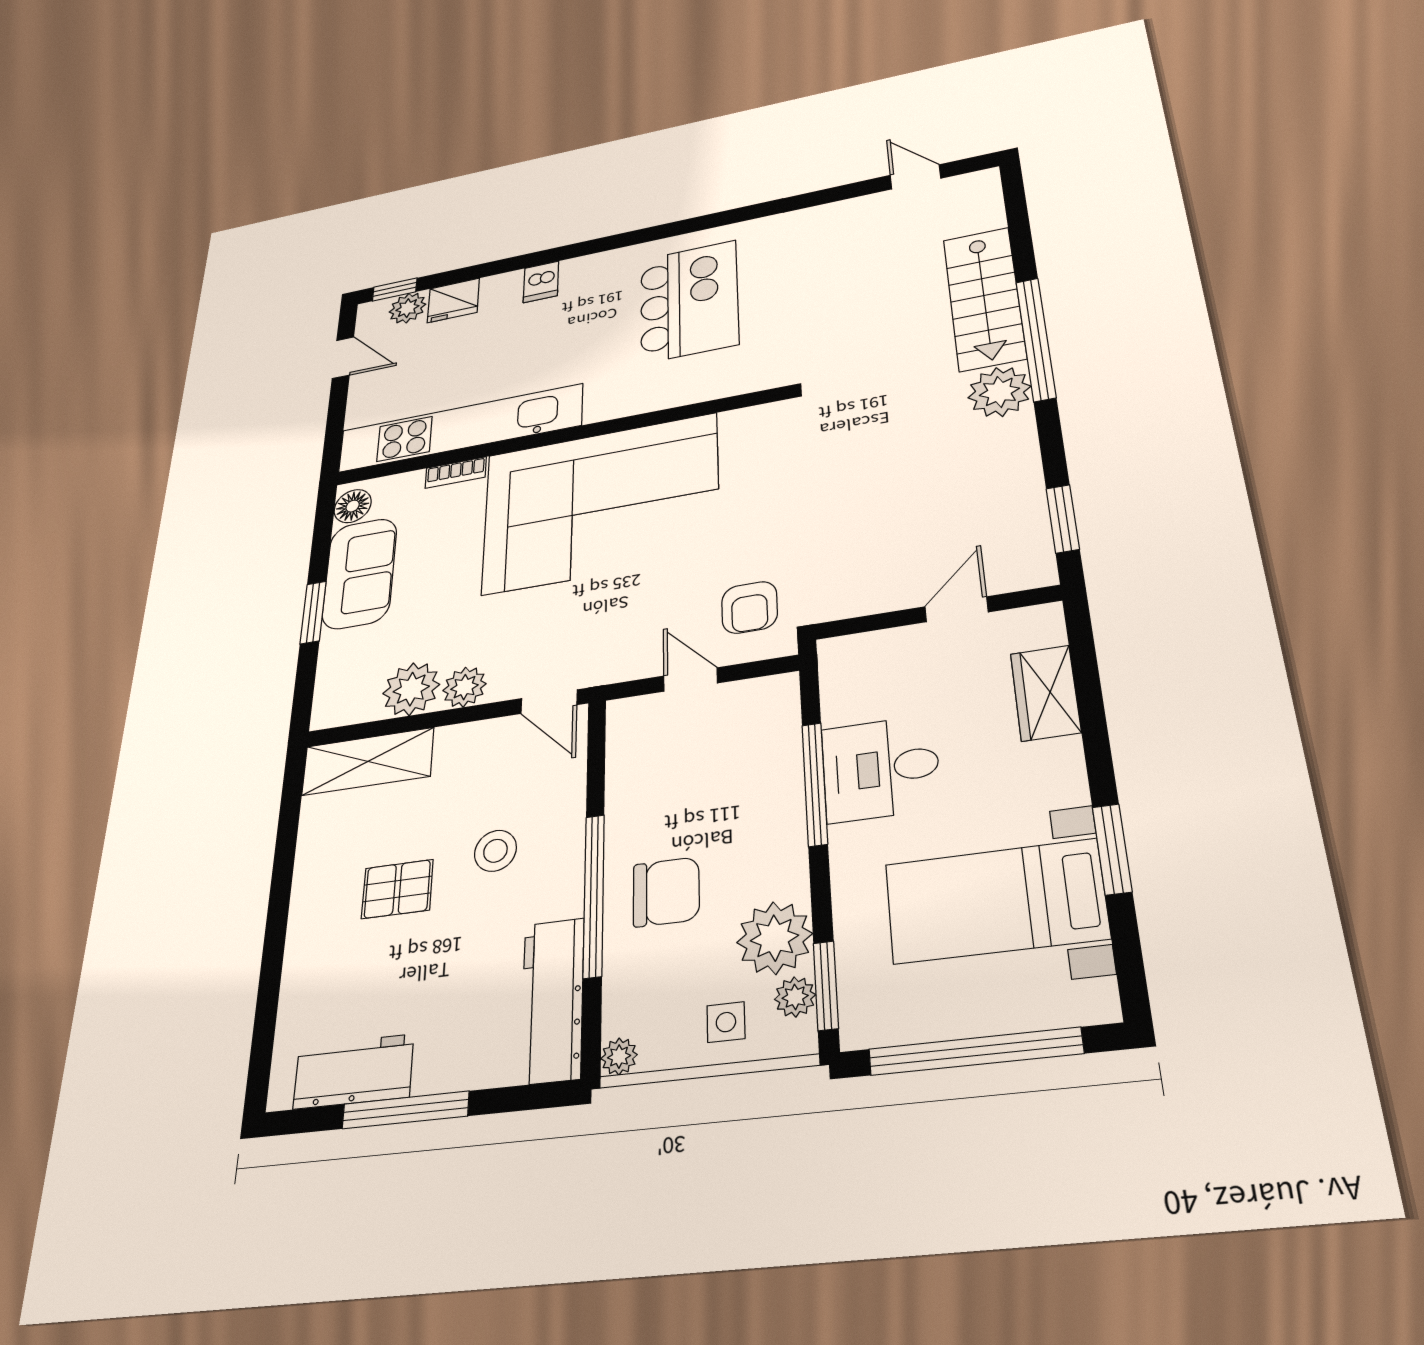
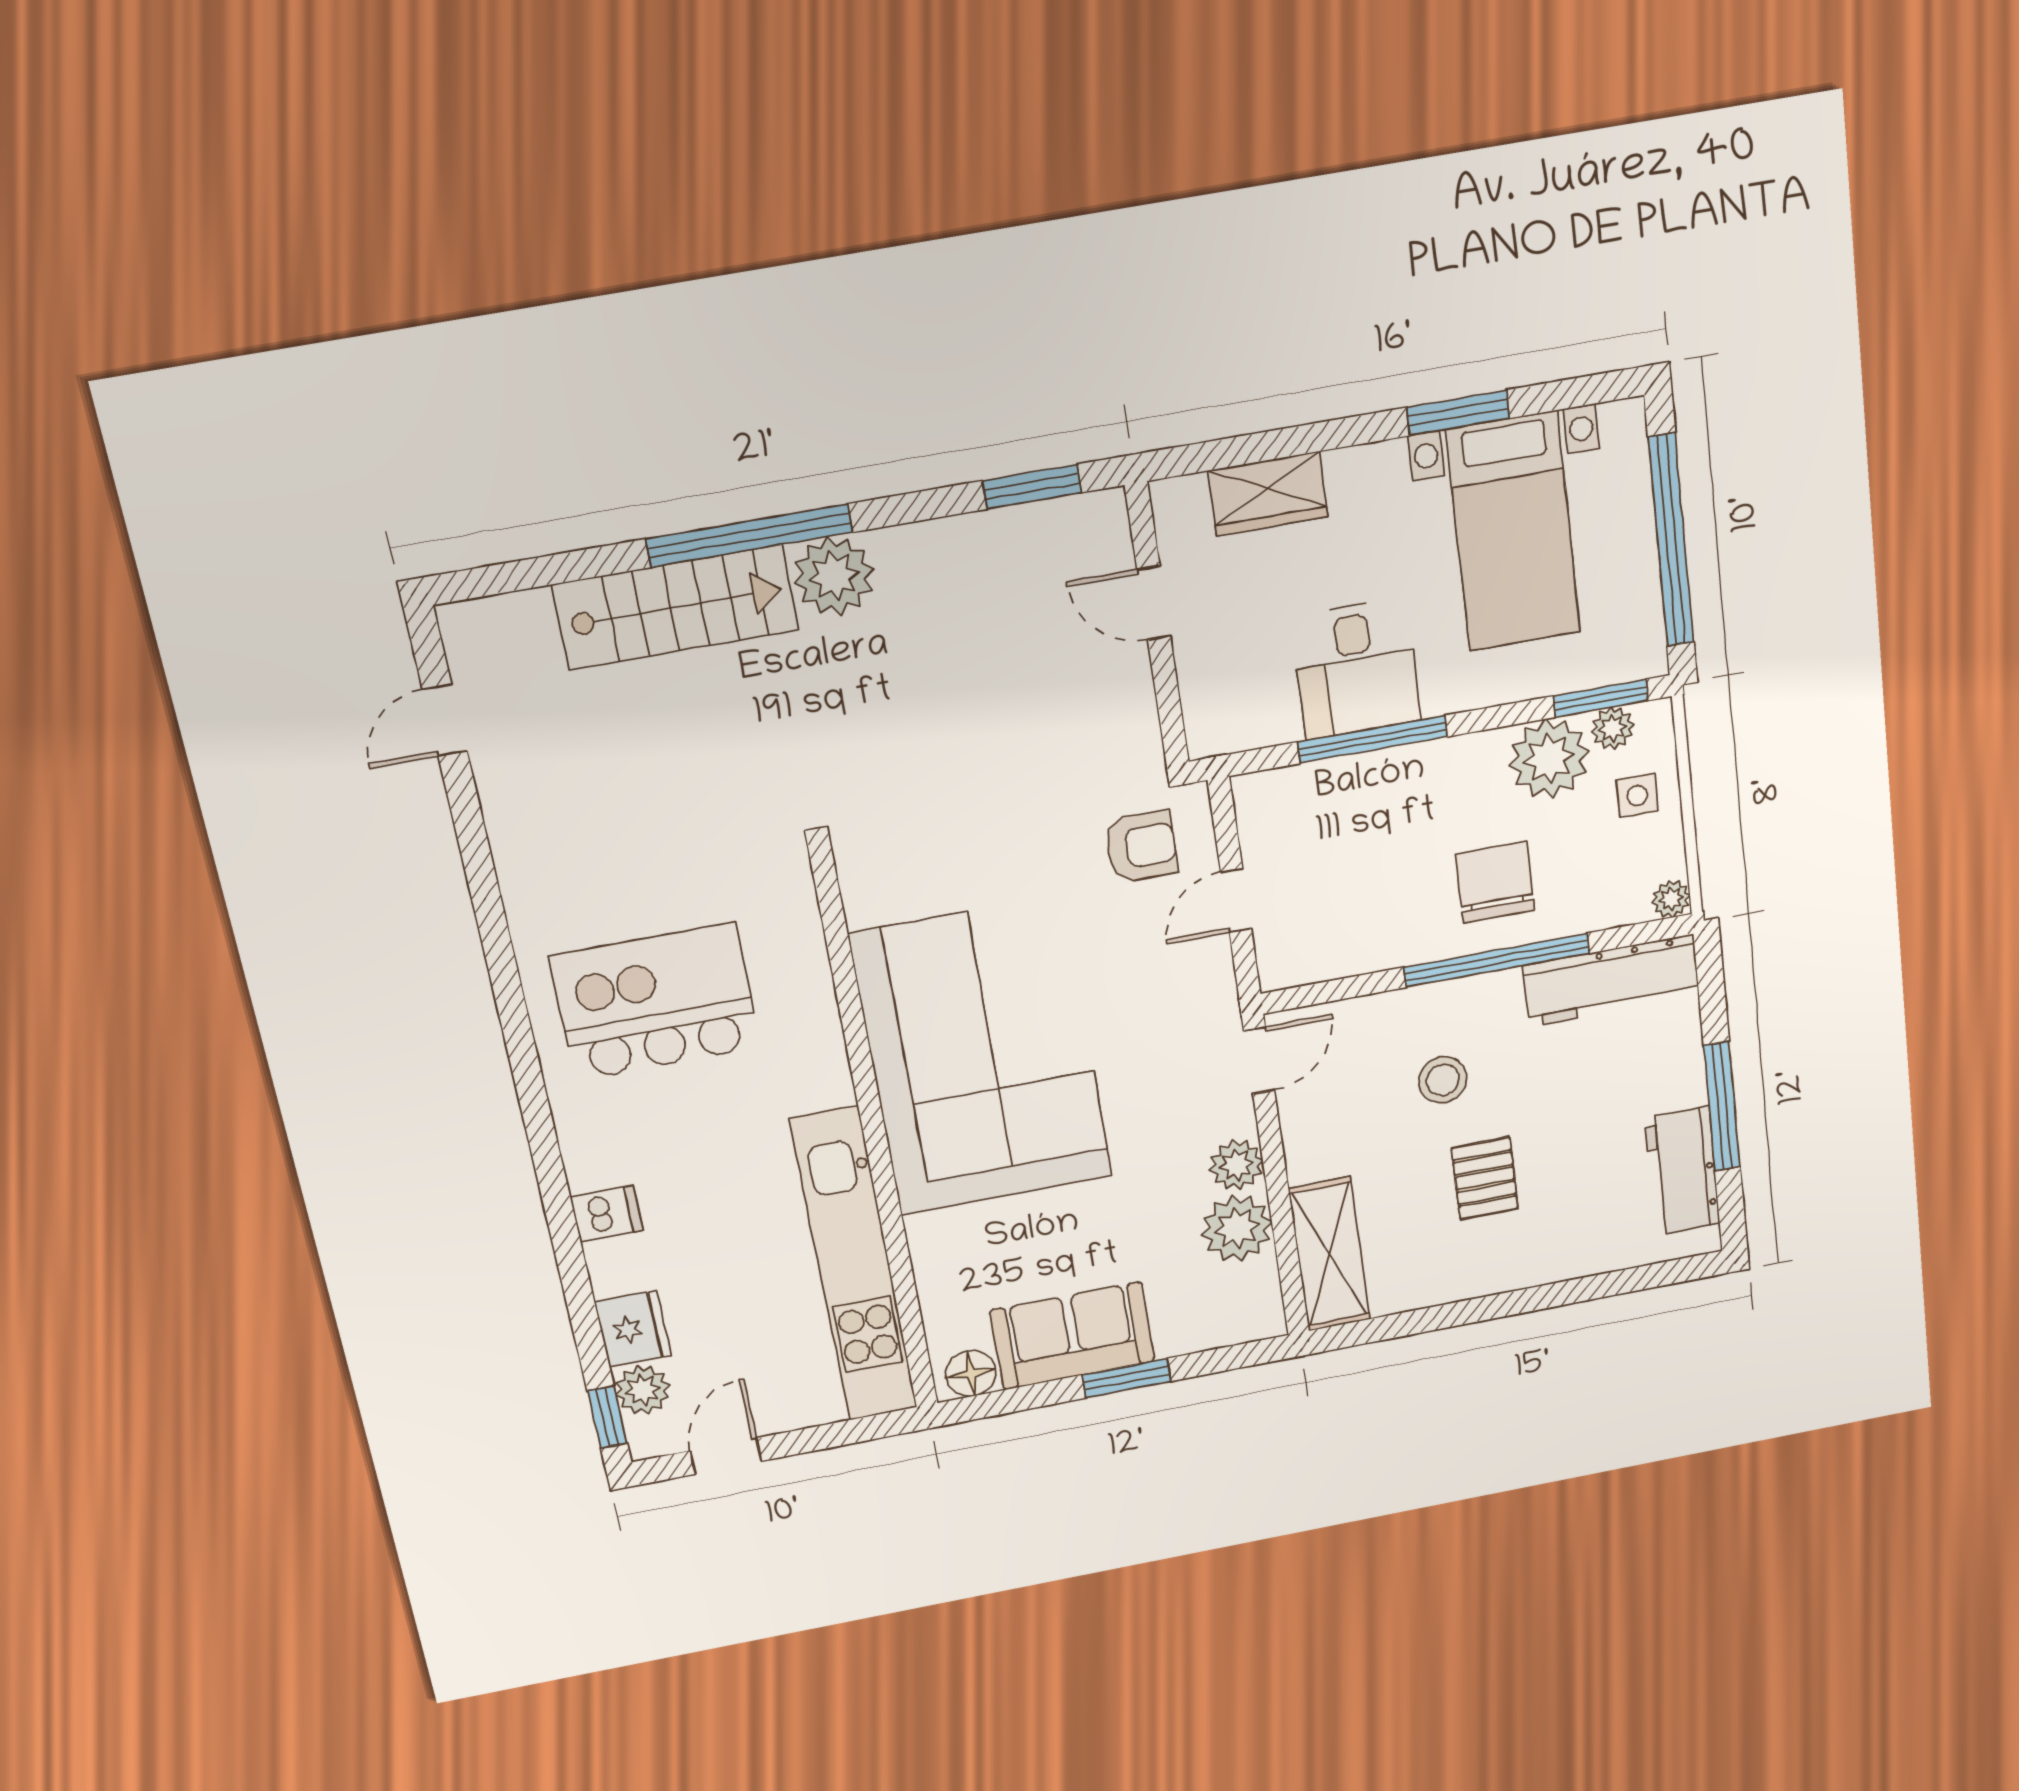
bookcase: (456, 473) -> (925, 1253), removed

